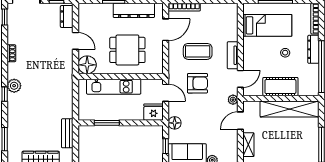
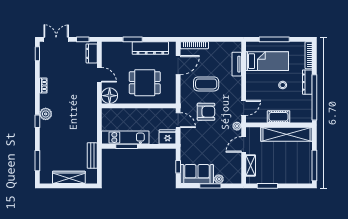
tv unit: (233, 55) -> (237, 64), moved
kitchen unit: (114, 87) -> (125, 137), moved, turned 180
cot: (280, 87) -> (279, 117), width x0.73, depth x0.75
floor lamp: (175, 123) -> (186, 146), removed

